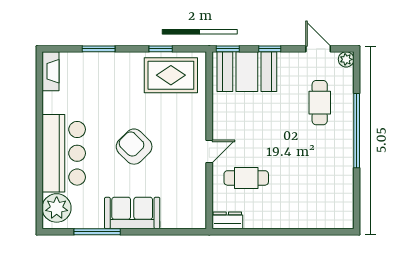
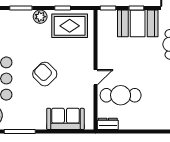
plant: (127, 62) -> (40, 17), added
booth: (247, 72) -> (138, 23), moved
cafe table: (246, 178) -> (121, 95), width x1.37, depth x1.35
sofa: (132, 213) -> (65, 119), moved

